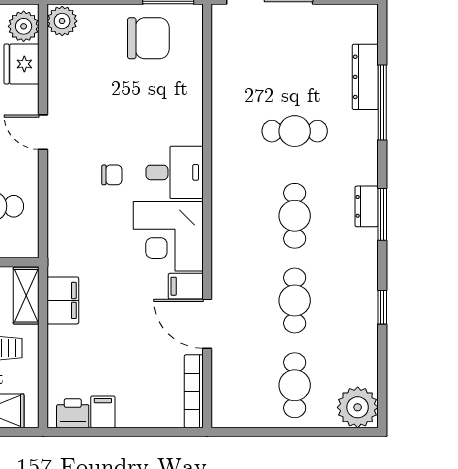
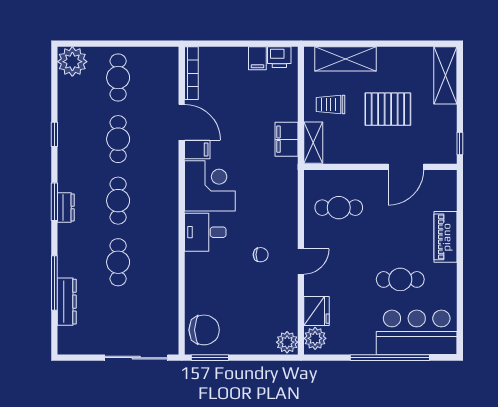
chair: (148, 38) -> (204, 330), moved, turned 180
cafe table: (295, 131) -> (118, 262), turned 90
door: (43, 132) -> (301, 261), hinge flipped
chair: (112, 175) -> (261, 255), moved, turned 180

